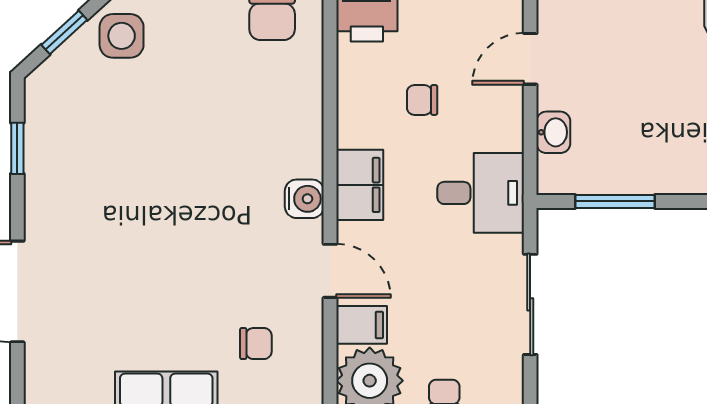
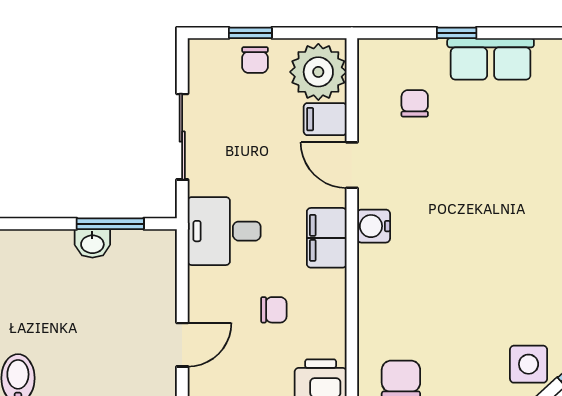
washbasin: (553, 132) -> (92, 243), moved, turned -90
chair: (256, 344) -> (415, 103), turned 90

